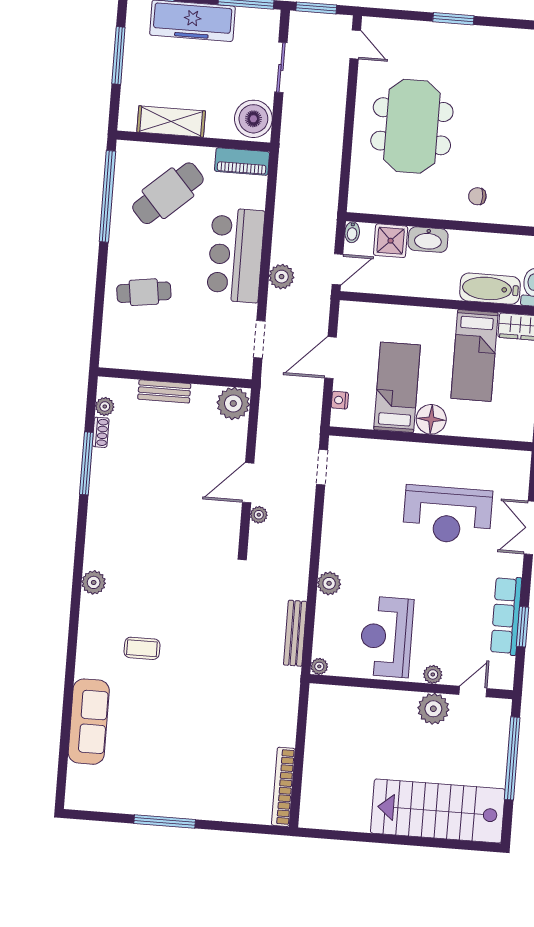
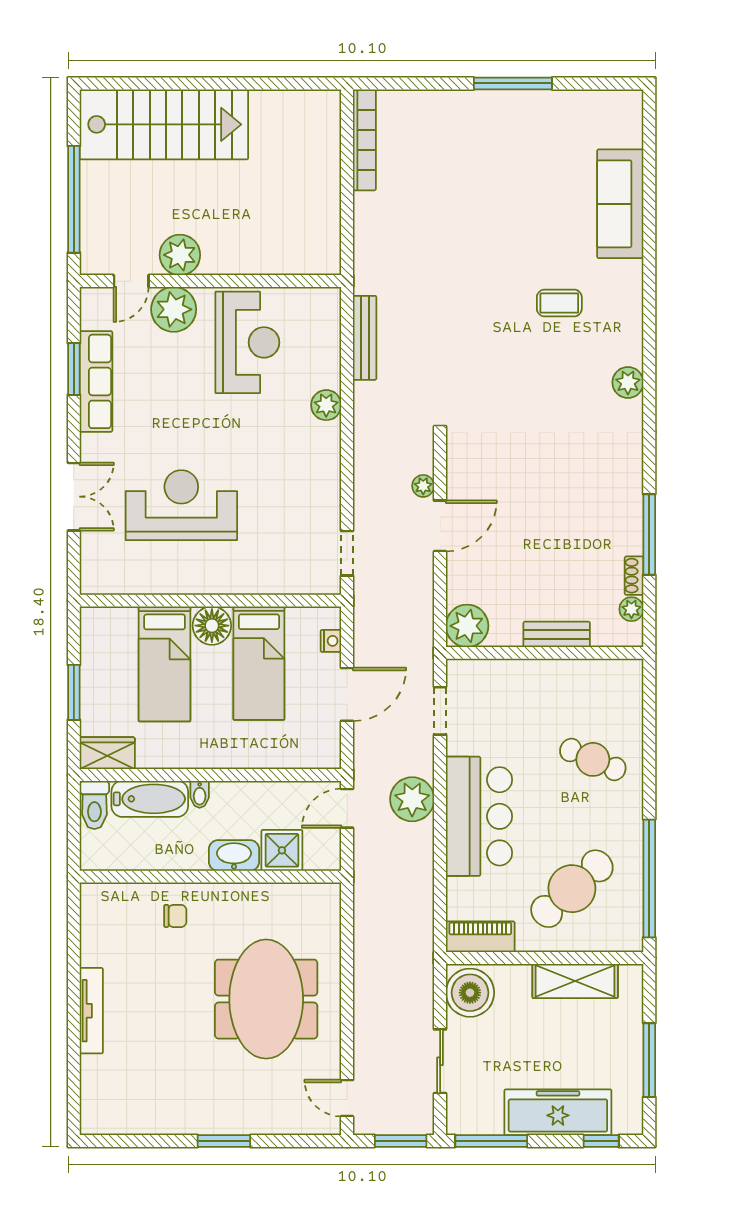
bidet: (352, 232) -> (200, 794), moved, turned 180
plant: (282, 277) -> (412, 799), width x1.36, depth x1.36
cafe table: (144, 292) -> (593, 759), turned 31
bed: (474, 355) -> (165, 664), moved, turned 180
plant: (319, 666) -> (330, 298), removed
plant: (433, 674) -> (174, 309), width x1.88, depth x1.88

